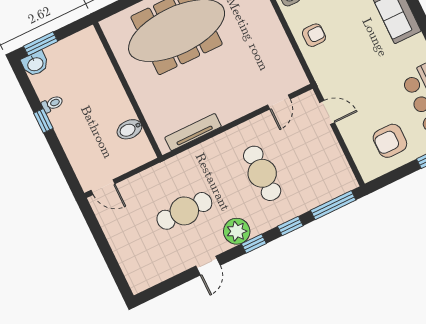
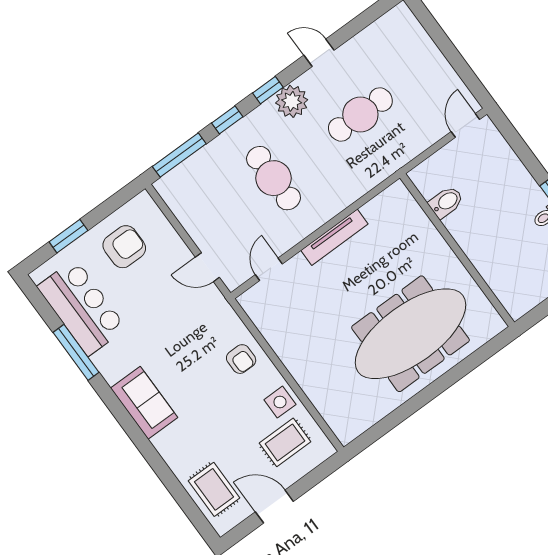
armchair: (314, 35) -> (241, 359), turned -90
tv unit: (193, 132) -> (334, 237), moved
door: (103, 187) -> (465, 125), hinge flipped
door: (208, 266) -> (319, 53), hinge flipped

